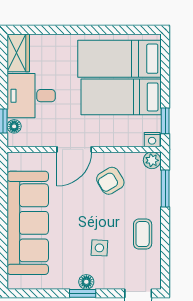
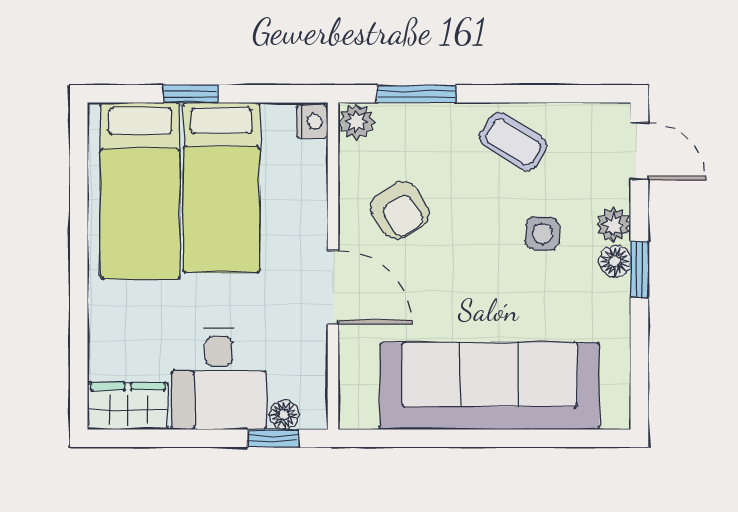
window: (165, 121) -> (191, 94), moved
coffee table: (143, 234) -> (513, 142), turned 32
plant: (104, 281) -> (613, 225), added

